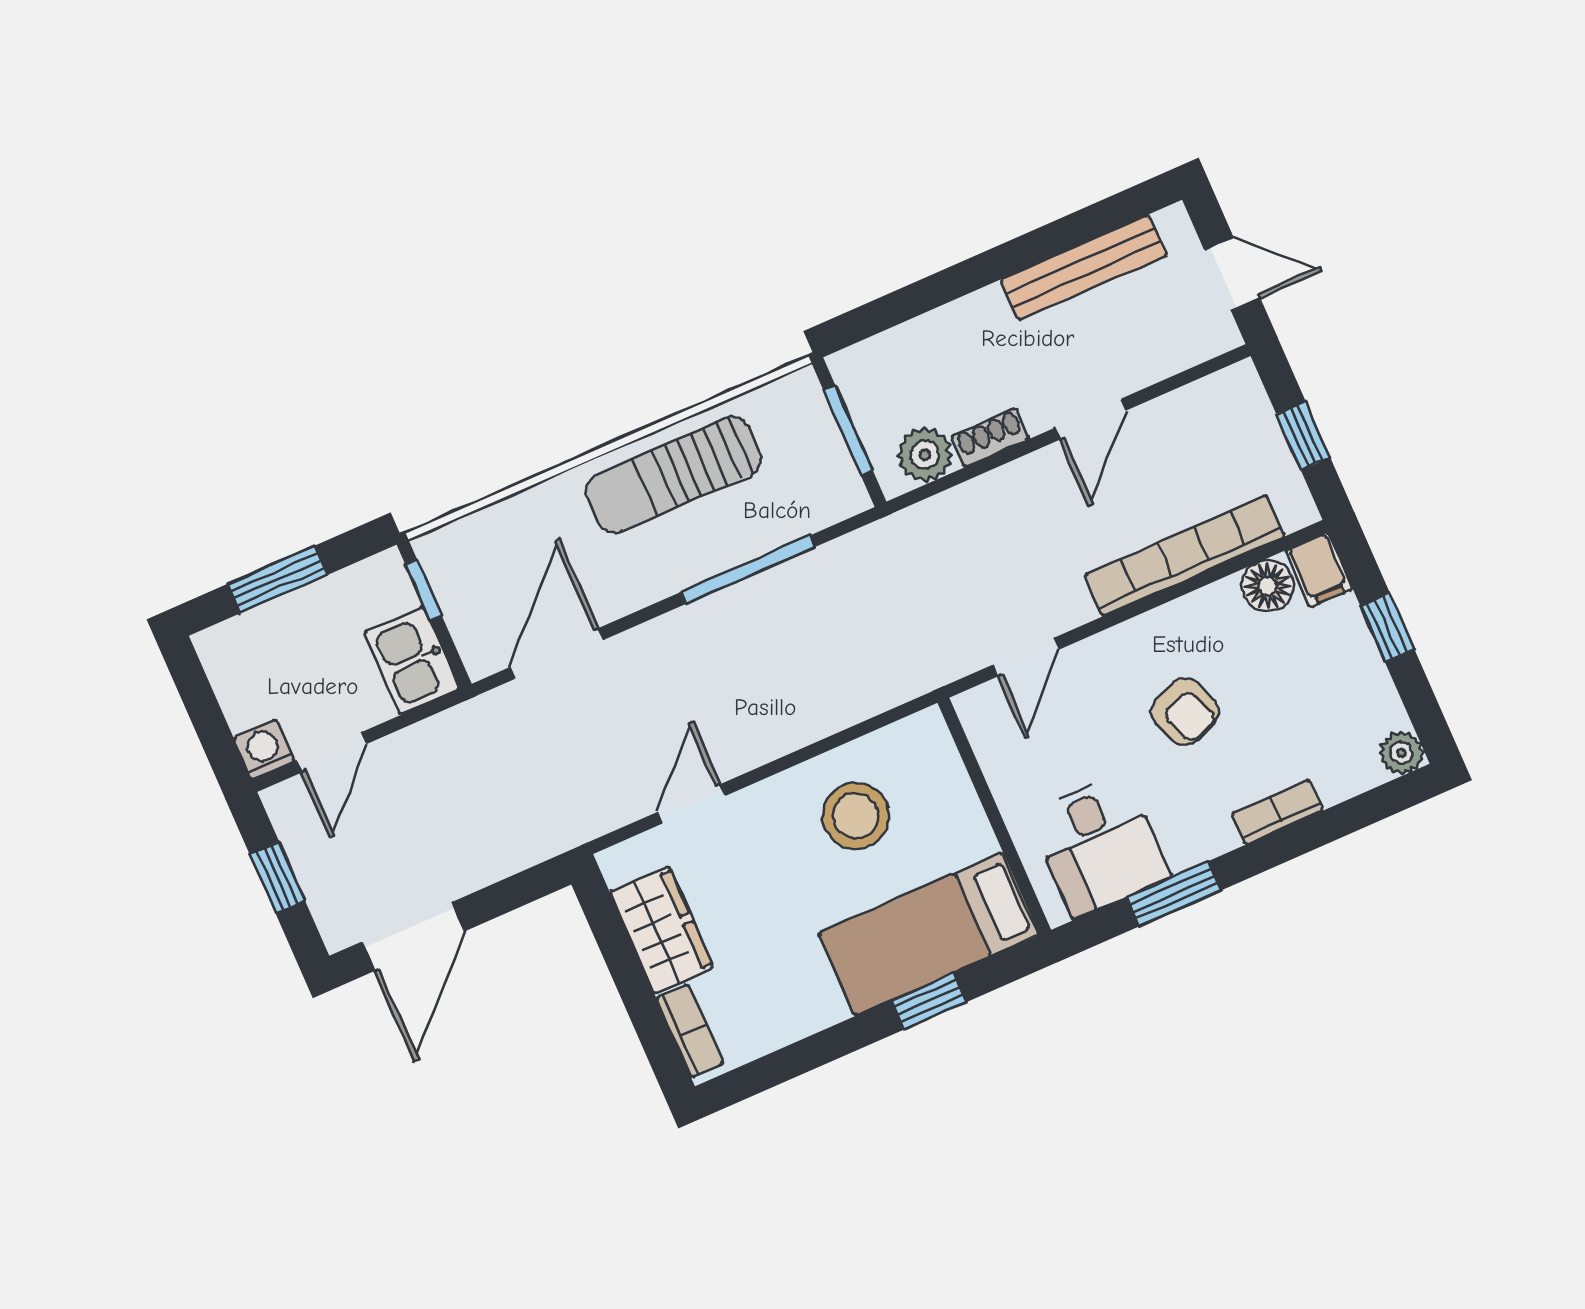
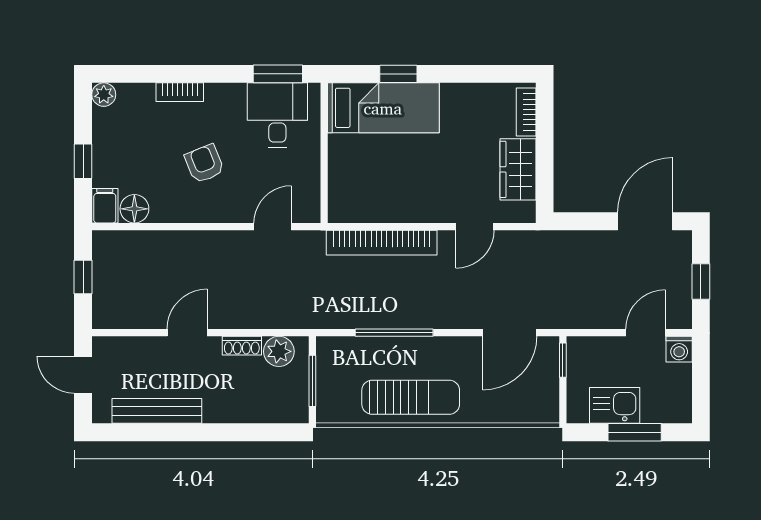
bookcase: (1185, 556) -> (382, 243), moved
window: (423, 589) -> (563, 360), moved
kitchen sink: (412, 661) -> (615, 405), moved, turned -90
stool: (856, 816) -> (394, 184), removed
window: (1174, 894) -> (278, 74), moved

